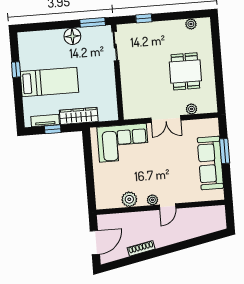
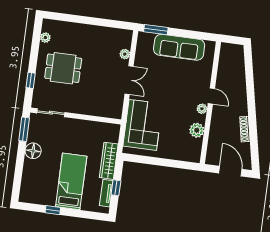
dining table: (185, 71) -> (63, 68), moved
window: (225, 151) -> (156, 30), moved

